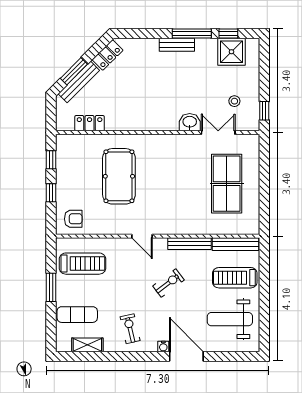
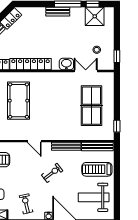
locker: (137, 122) -> (30, 64), added
window: (264, 214) -> (117, 126), added

